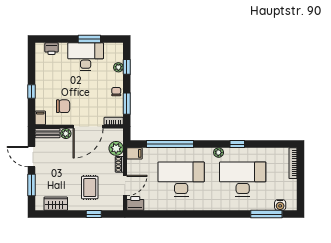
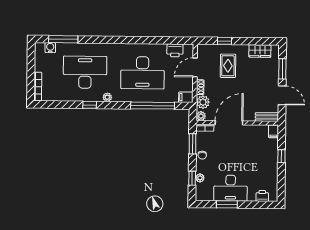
chair: (63, 106) -> (252, 142), removed
plant: (66, 134) -> (201, 116), moved
desk: (243, 179) -> (85, 72), turned 180
printer: (135, 203) -> (175, 50), moved

